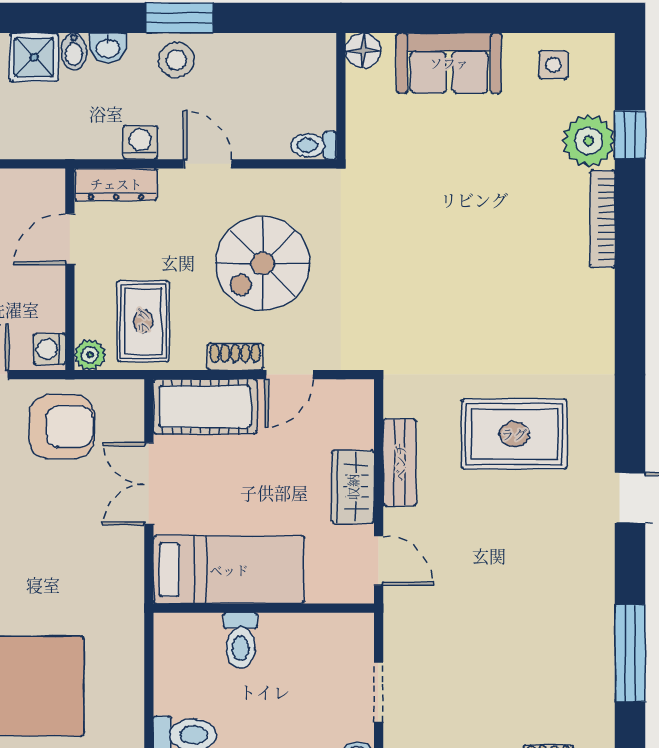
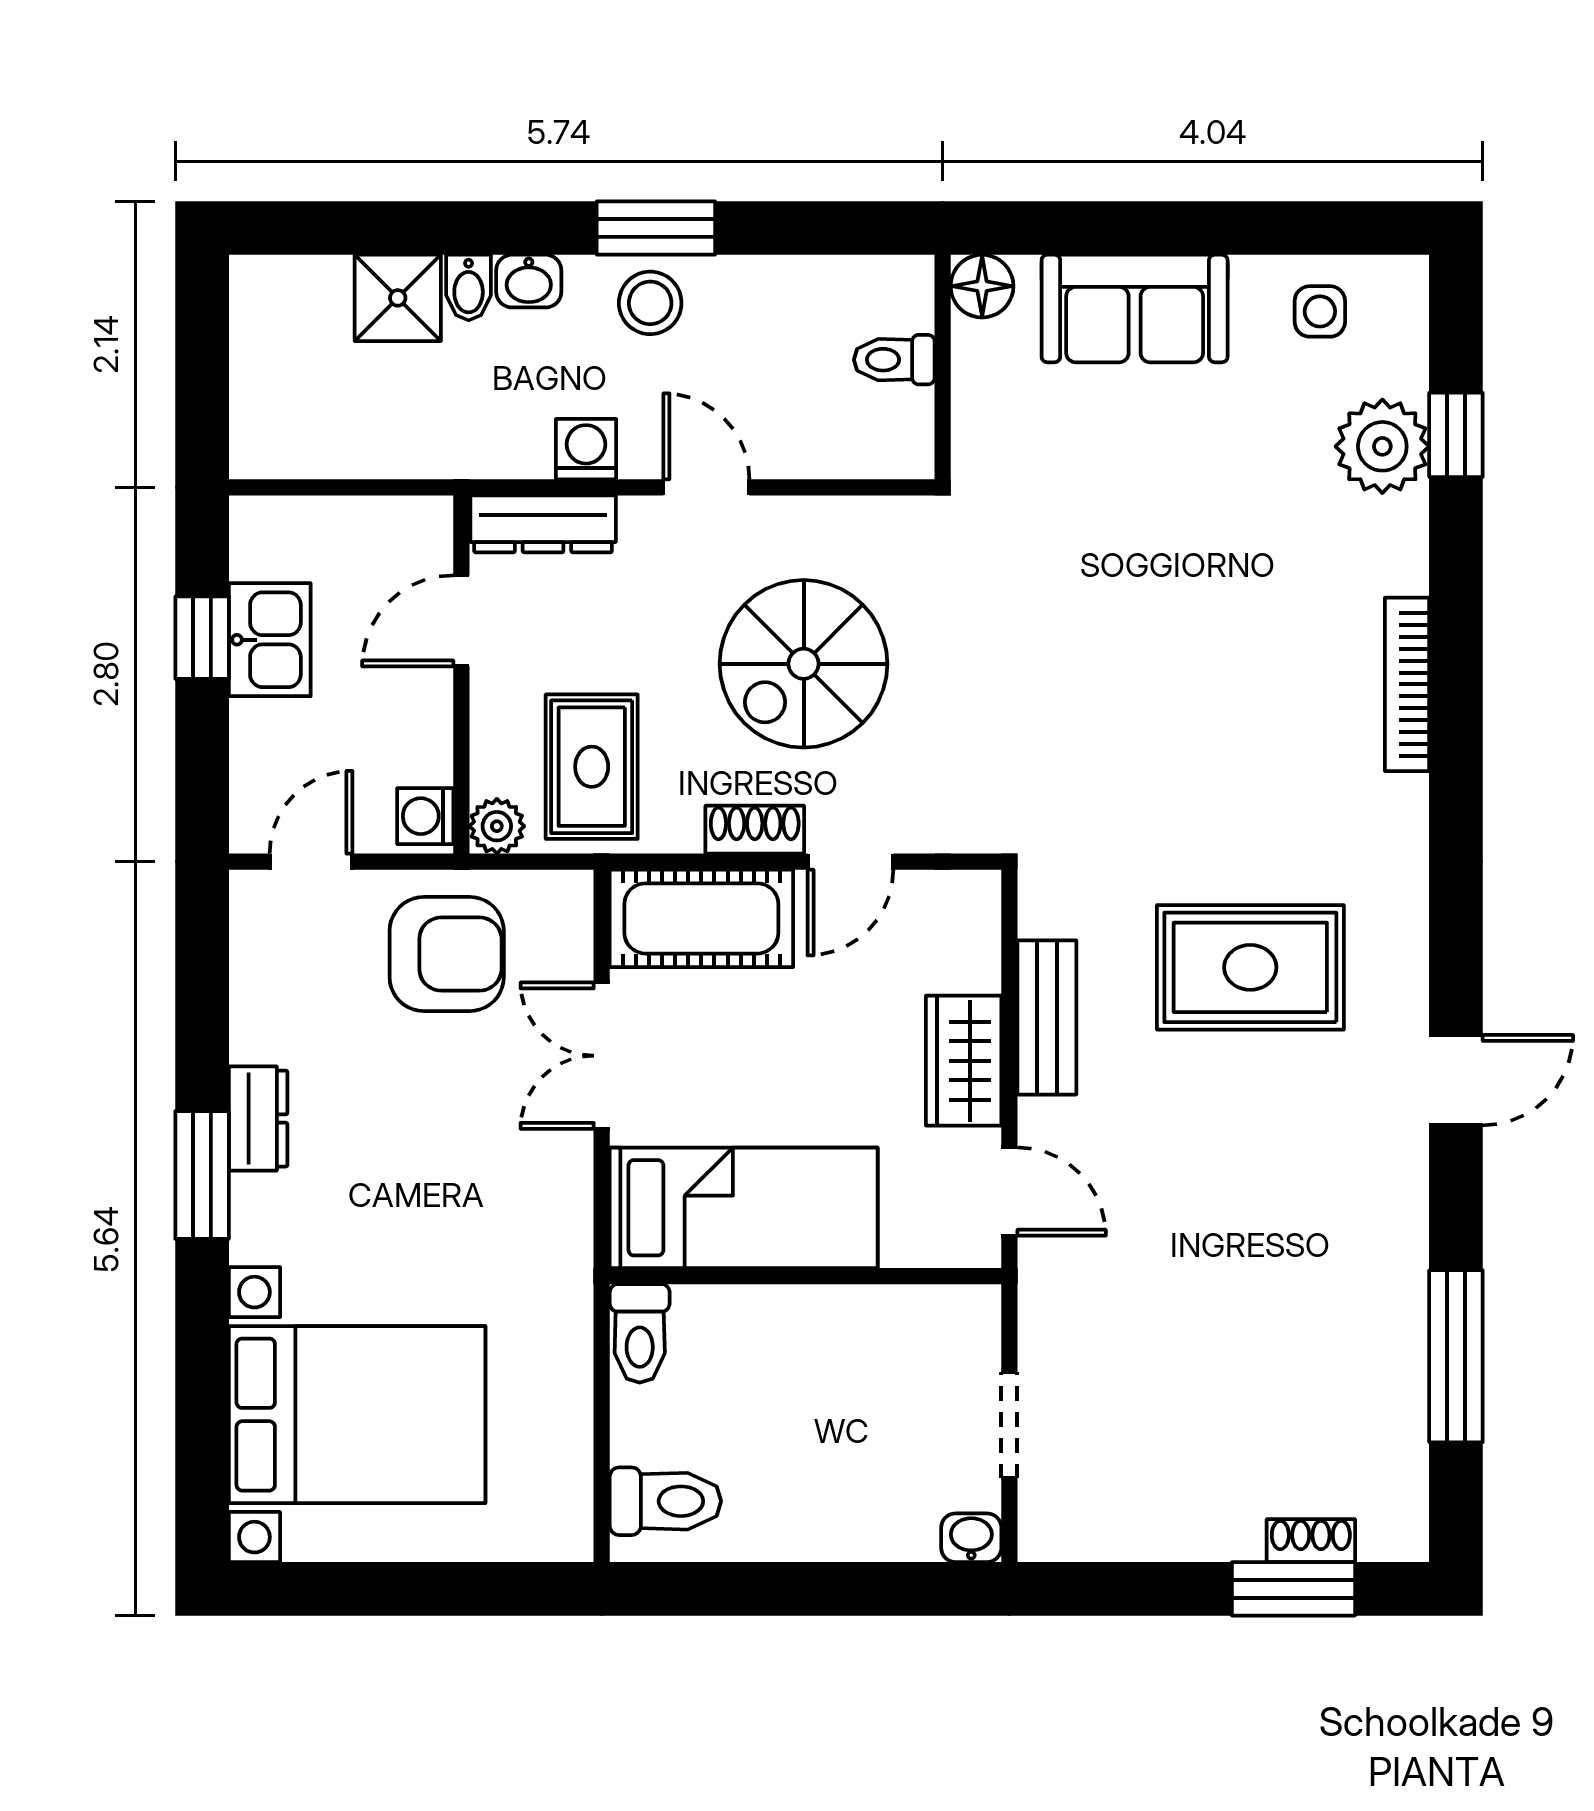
toilet: (314, 145) -> (894, 360), moved
bookcase: (602, 219) -> (1407, 684), moved
toilet: (241, 640) -> (640, 1333), moved

